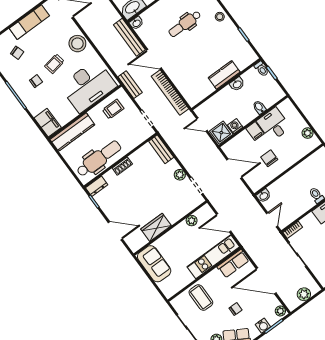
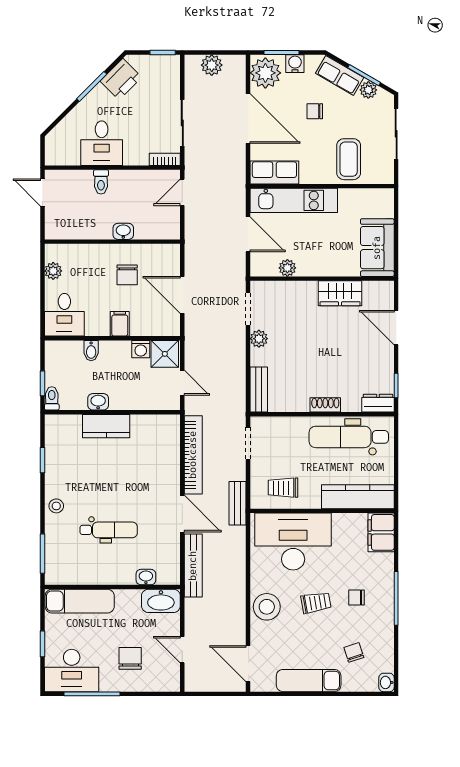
washbasin: (136, 23) -> (146, 577), moved
desk: (274, 124) -> (64, 315), moved
washbasin: (264, 196) -> (123, 231), moved
plant: (280, 311) -> (265, 73), width x1.88, depth x1.88

